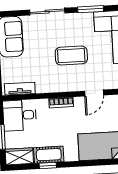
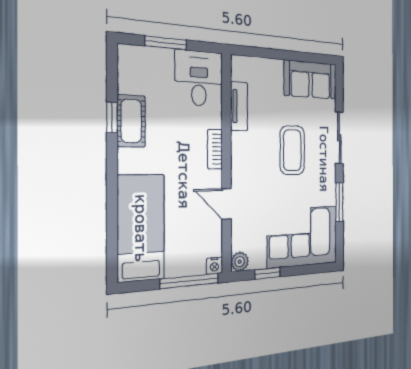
coffee table: (71, 56) -> (292, 150), moved
tv unit: (20, 89) -> (239, 106), moved
wardrobe: (19, 156) -> (131, 69), removed

